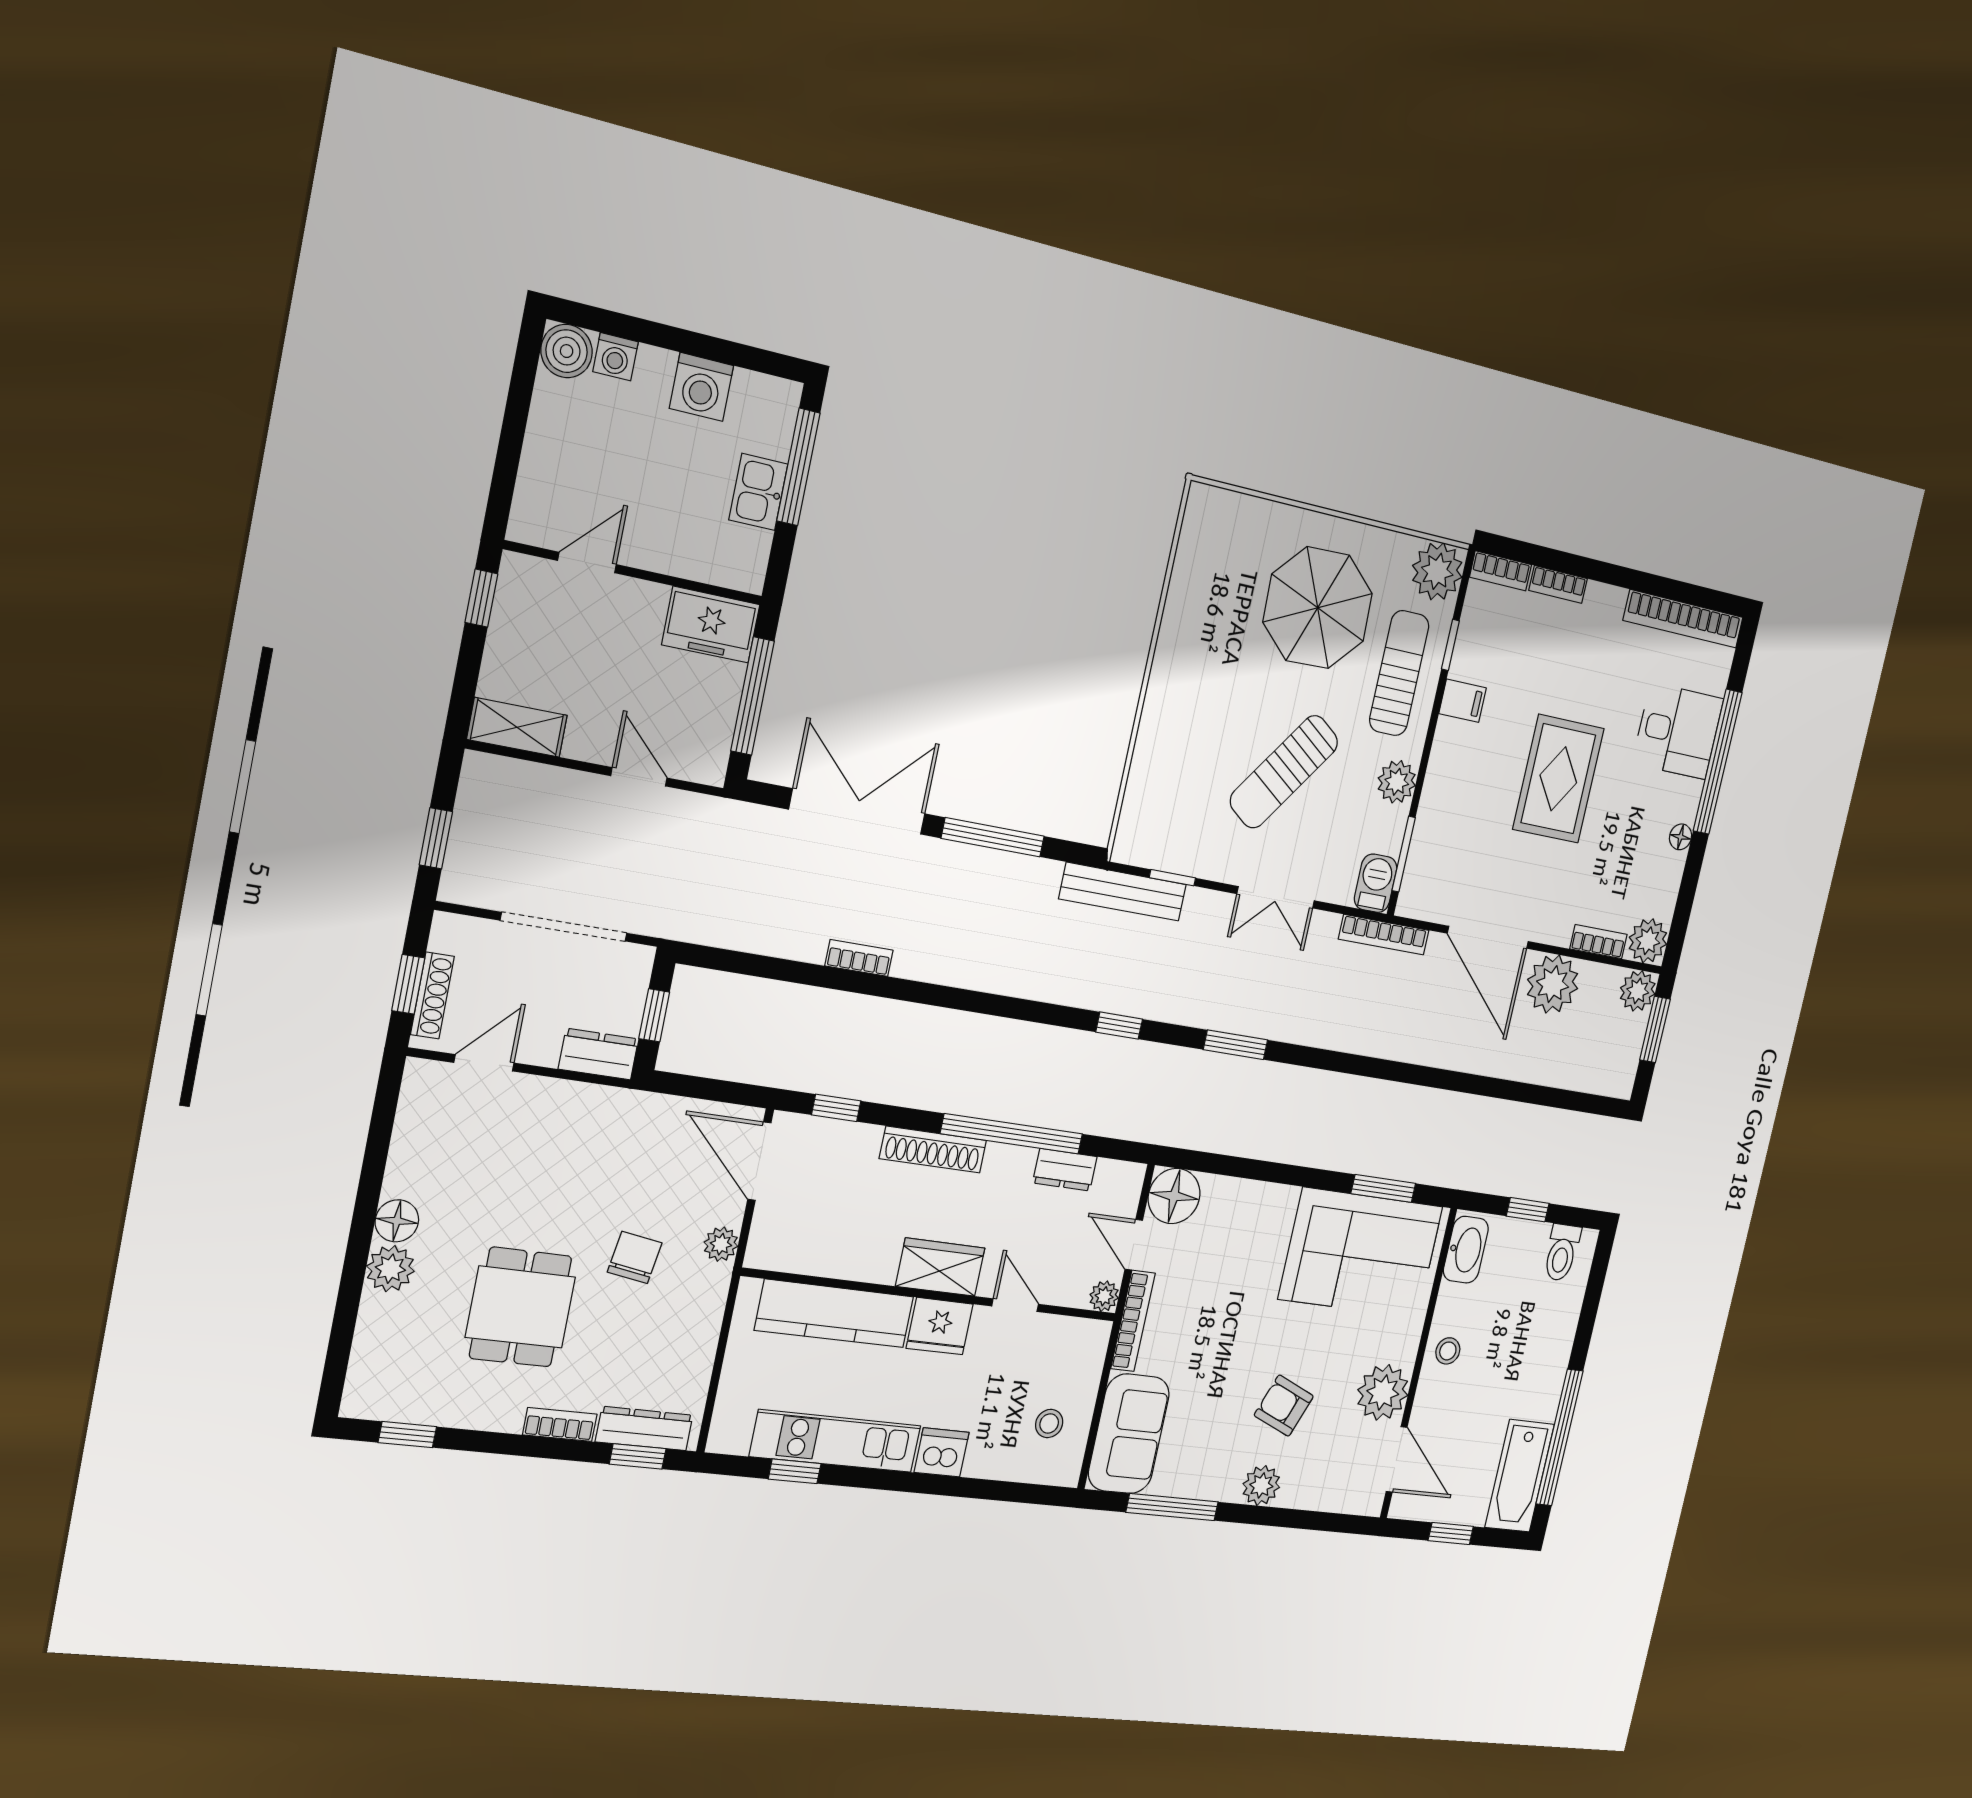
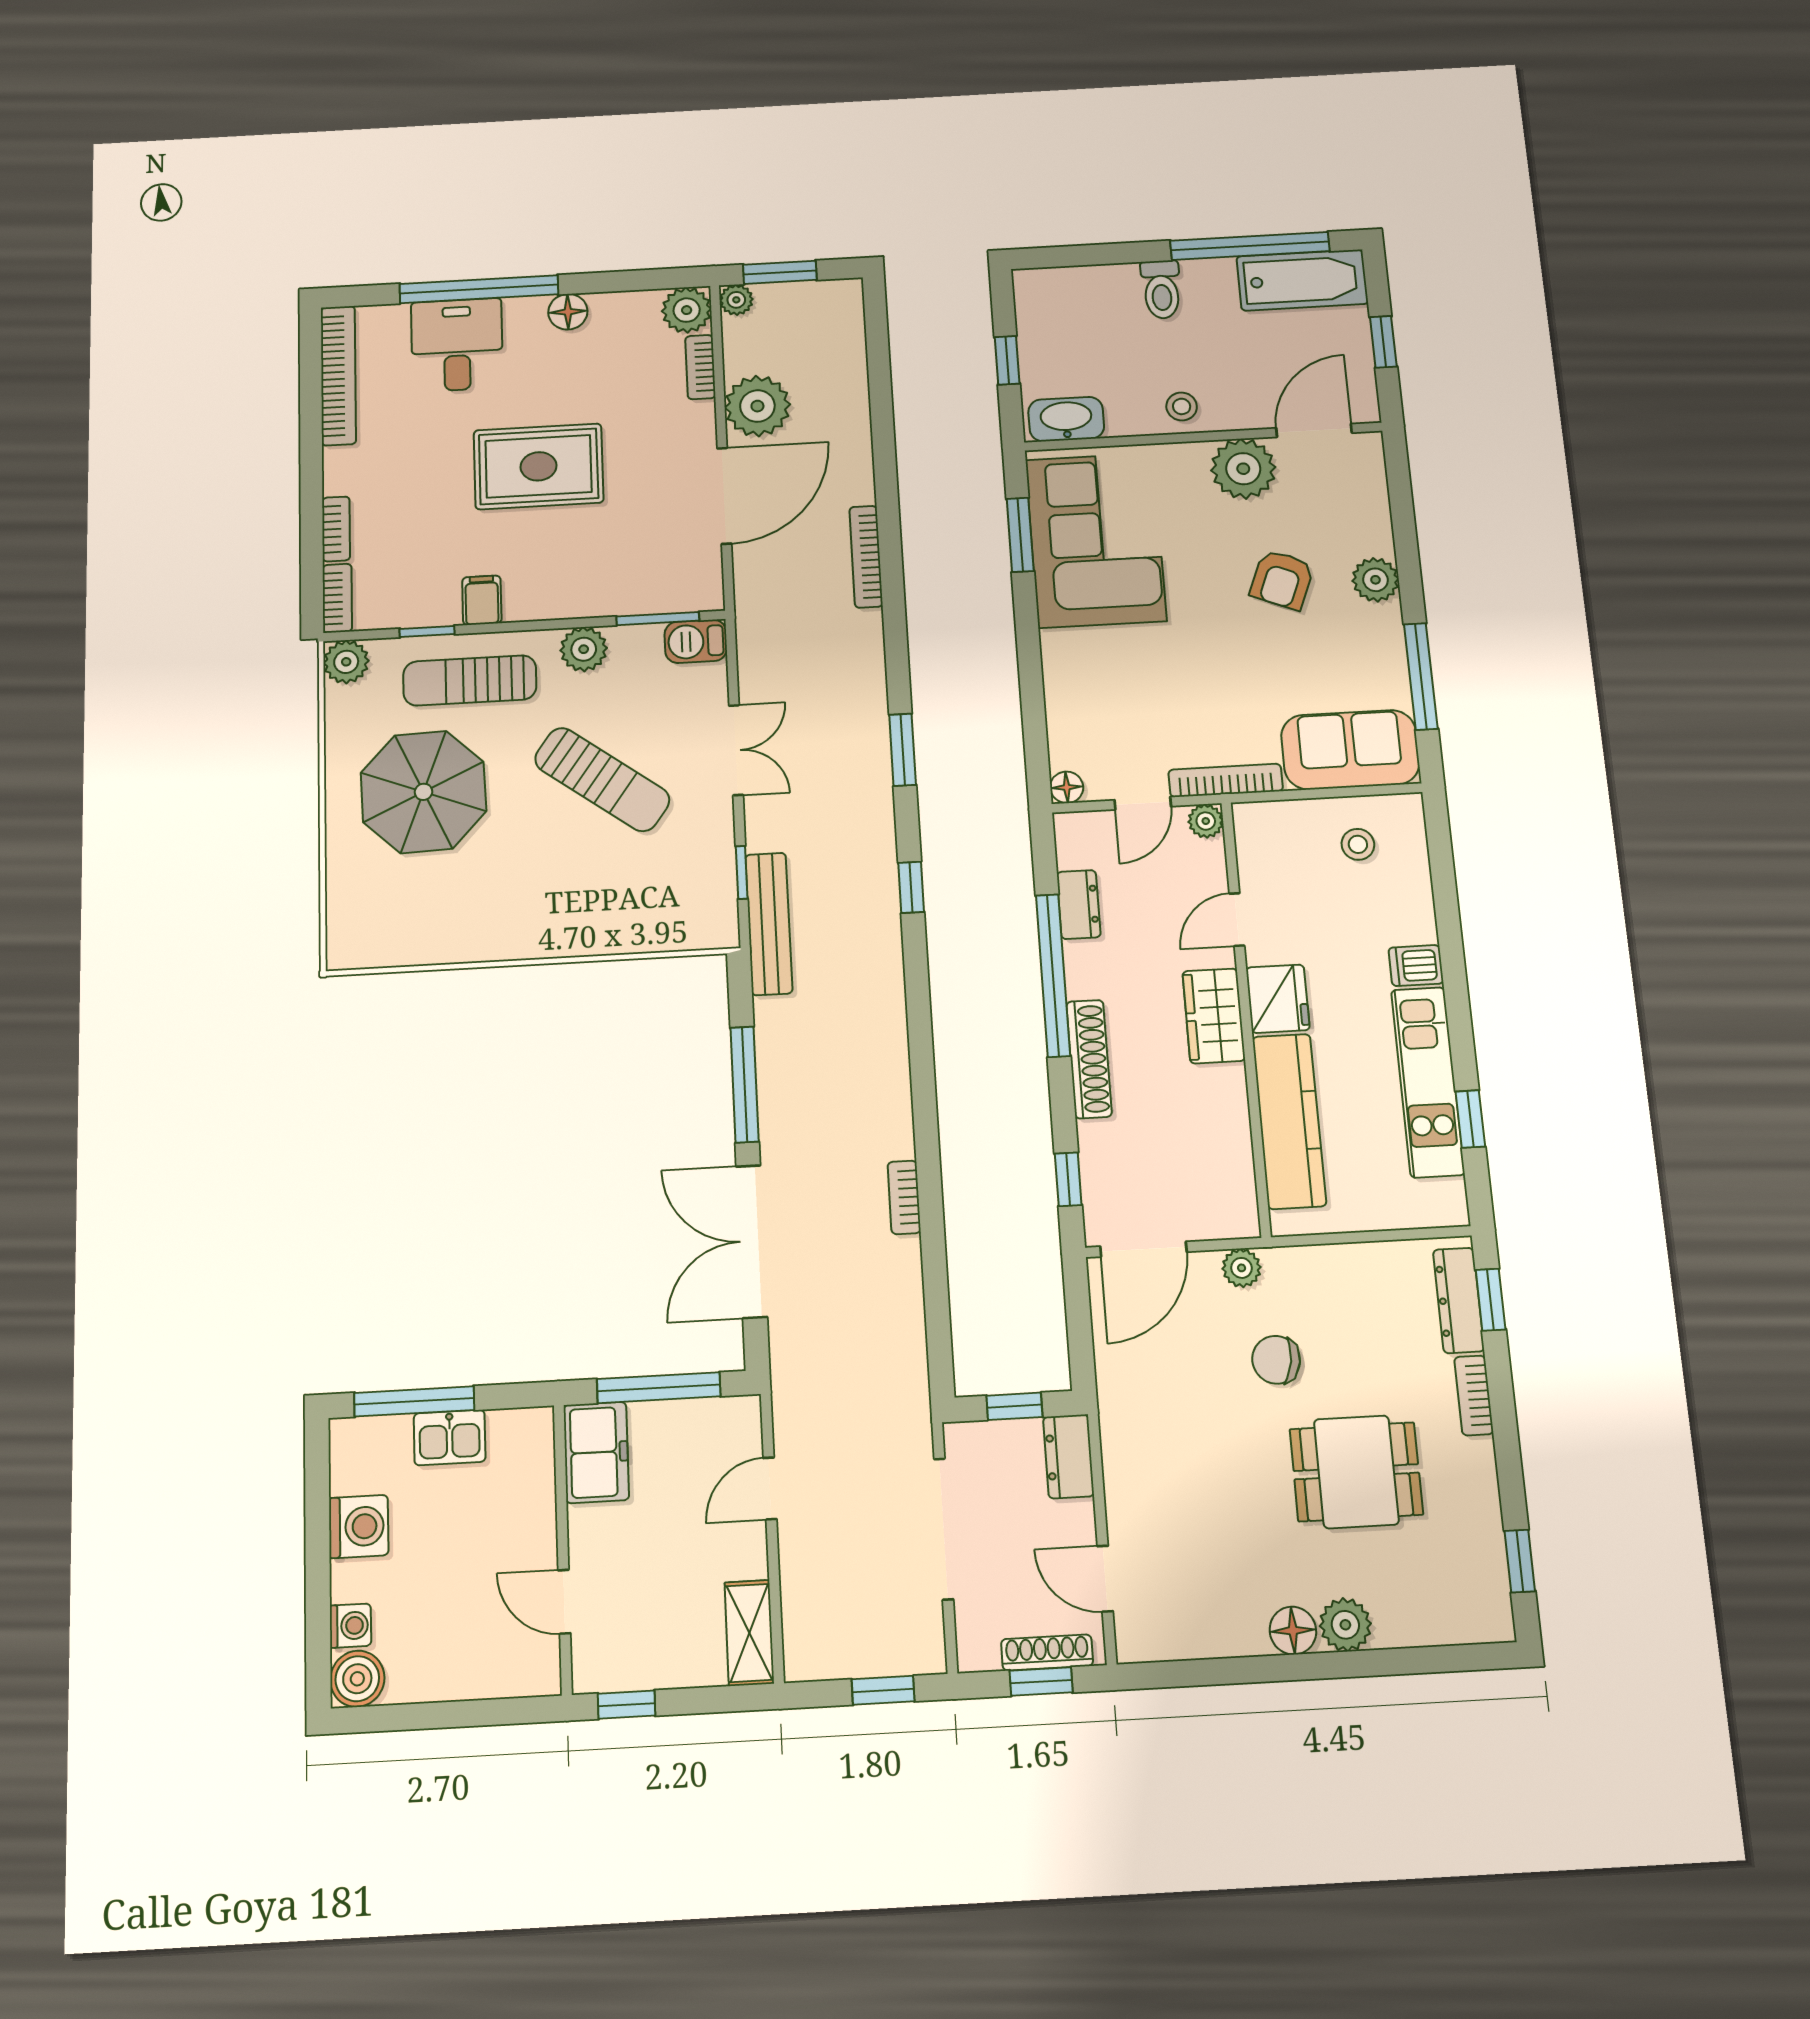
plant: (1437, 571) -> (346, 662), width x0.73, depth x0.73
floor lamp: (1681, 837) -> (568, 312), width x1.37, depth x1.37
bookcase: (1384, 935) -> (866, 557), moved, turned 180
plant: (1638, 991) -> (736, 300), width x0.73, depth x0.73
floor lamp: (1174, 1196) -> (1067, 787), width x0.53, depth x0.53
toilet: (1562, 1252) -> (1161, 289), moved, turned 90
dishwasher: (942, 1452) -> (1416, 966), width x0.73

